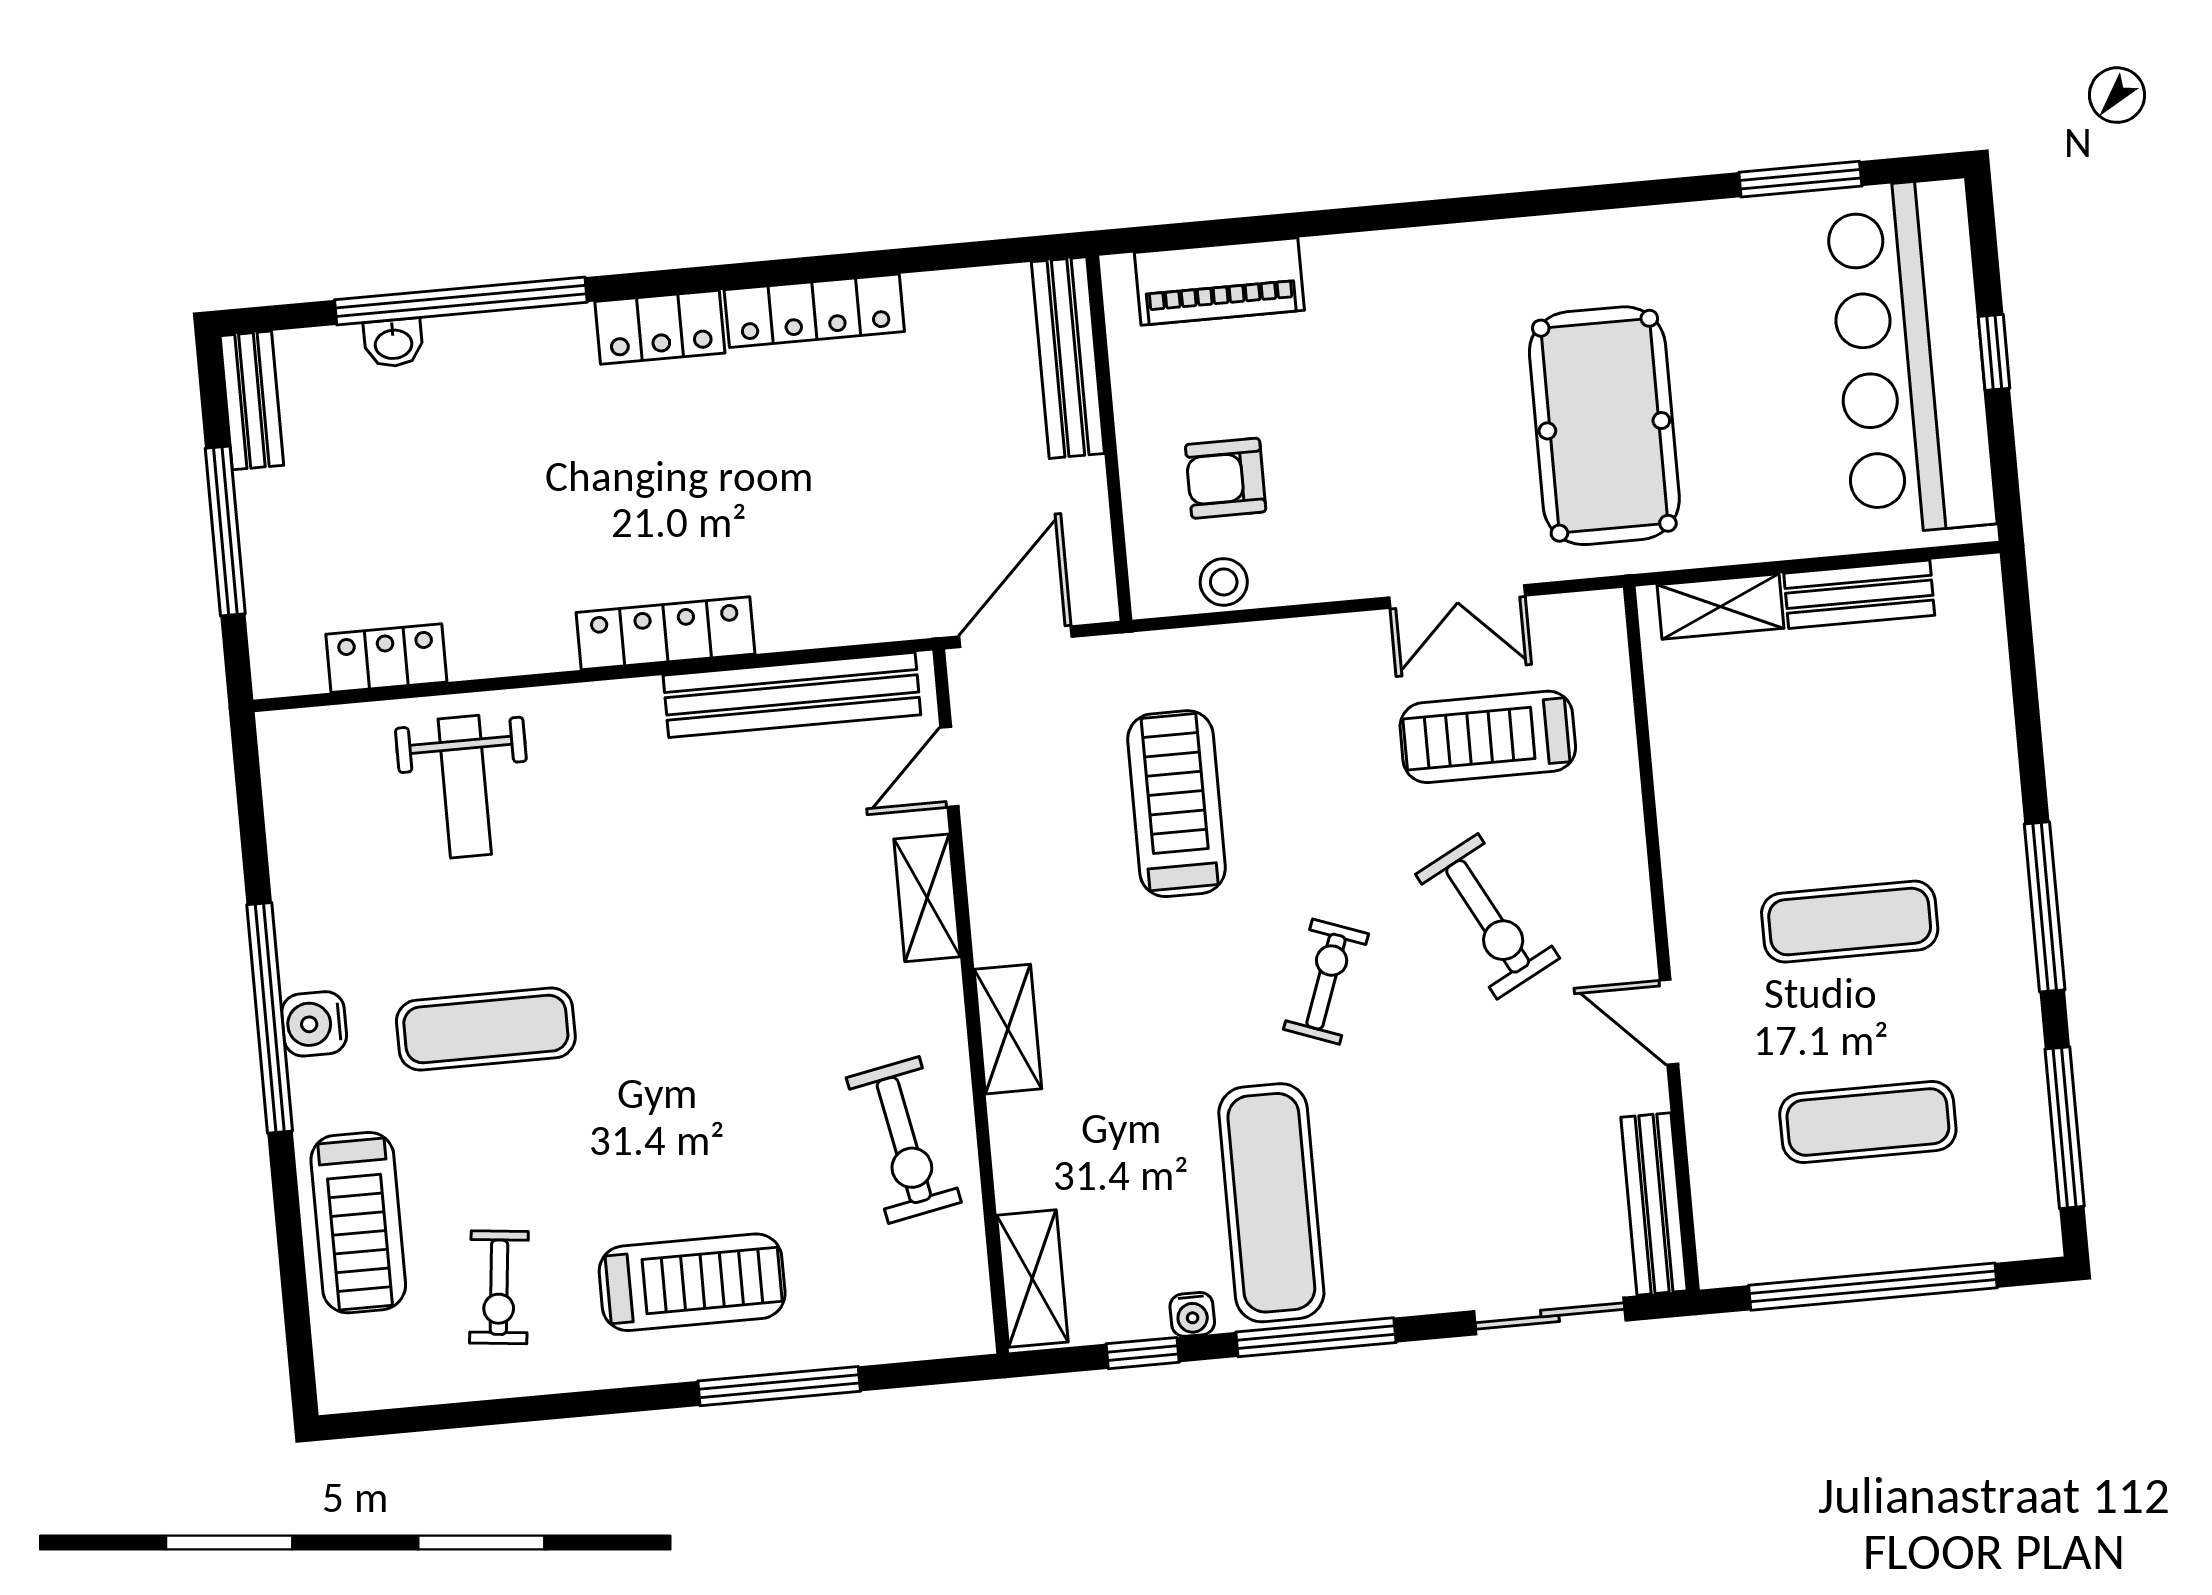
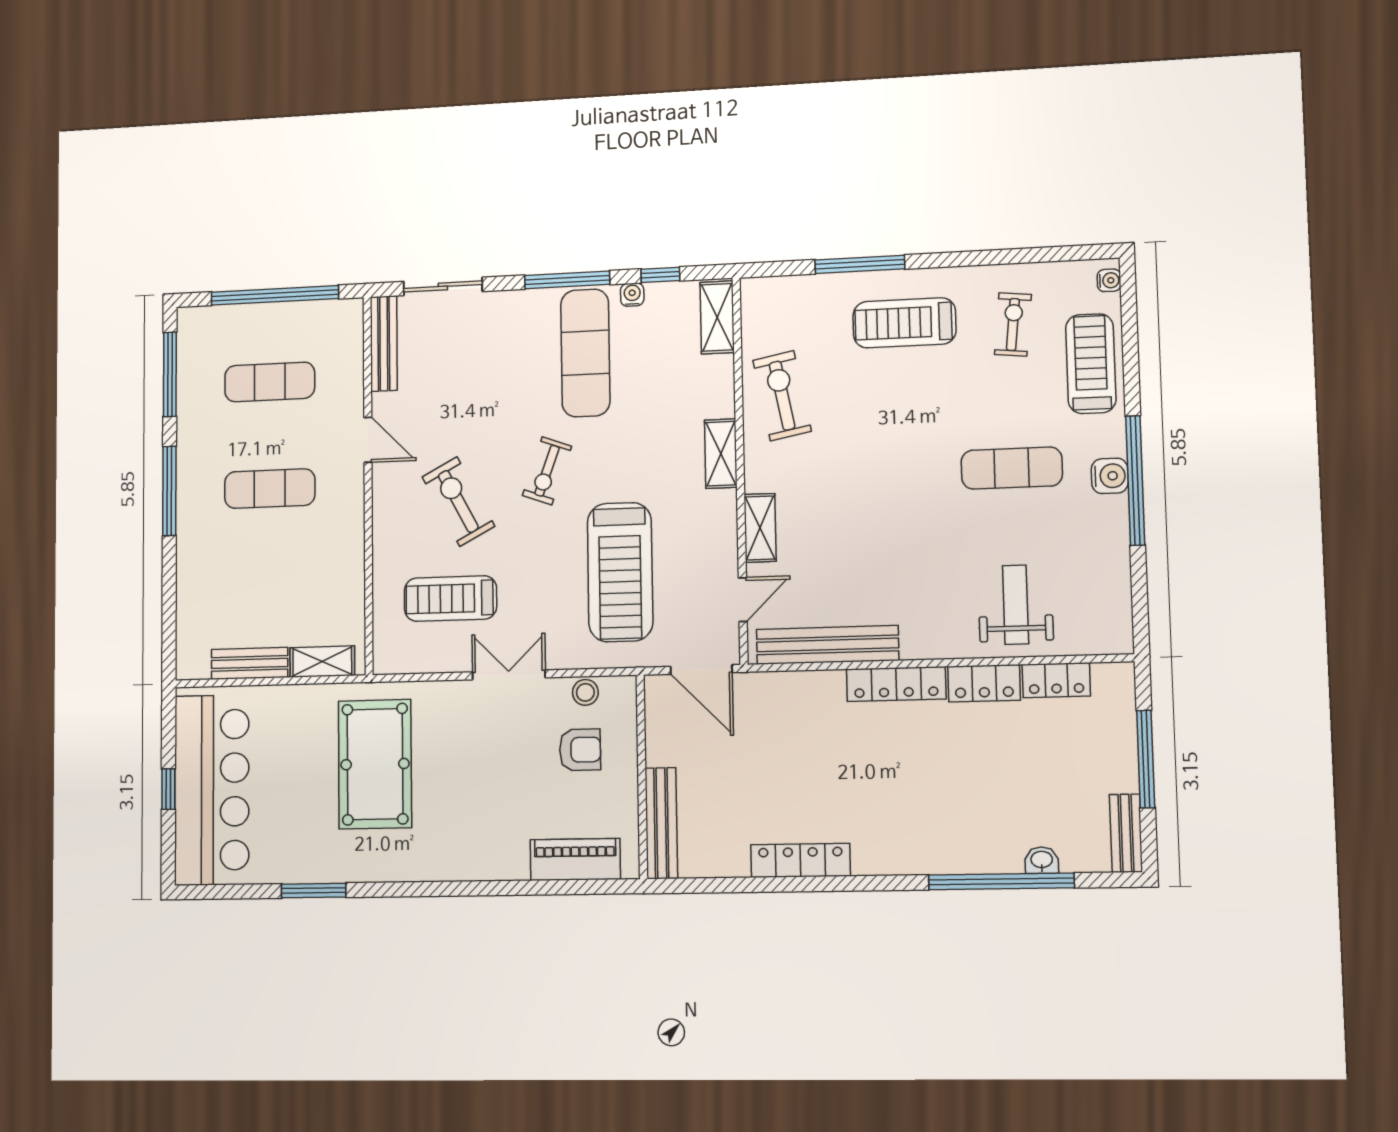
window: (1800, 179) -> (314, 891), moved
locker: (660, 327) -> (984, 683), moved, turned 180
double door: (1457, 596) -> (509, 675), moved
door: (1015, 637) -> (701, 670), hinge flipped
treadmill: (1488, 737) -> (450, 599), turned 180
treadmill: (1176, 804) -> (620, 572), width x1.37, depth x1.38
water cooler: (335, 1374) -> (1109, 280), added

